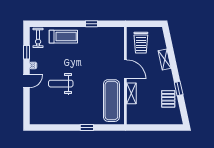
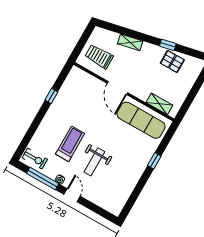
treadmill: (63, 37) -> (70, 144), moved
trolley: (141, 43) -> (99, 57), turned 180
window: (27, 52) -> (43, 178), width x2.17
door: (125, 69) -> (117, 88), swing flipped
shelving: (131, 93) -> (159, 104), moved

